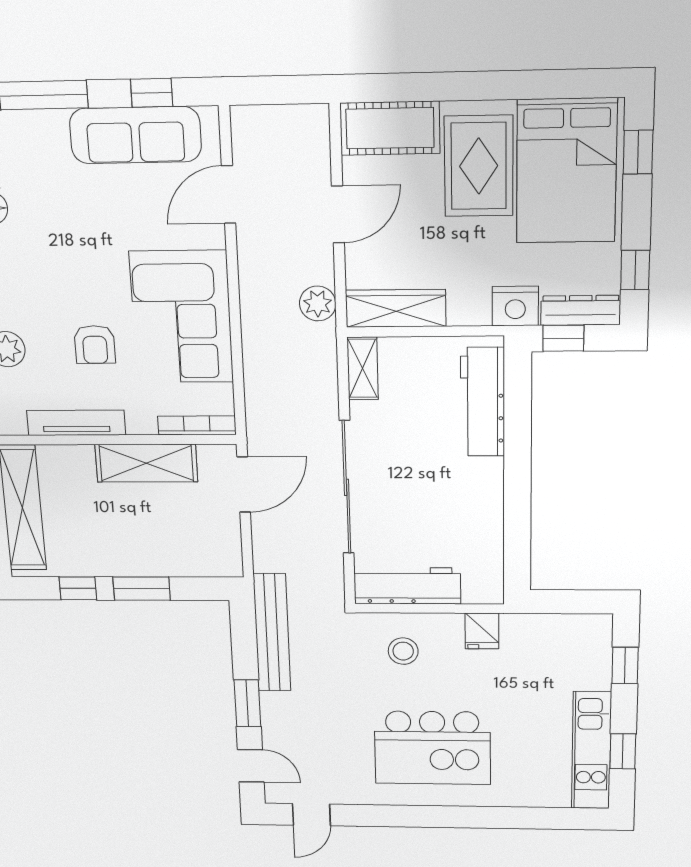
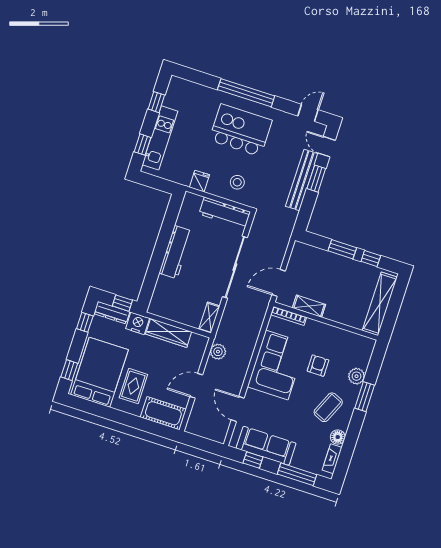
rug: (479, 166) -> (133, 386), width x0.73, depth x0.70
door: (229, 194) -> (238, 409), swing flipped
coffee table: (37, 265) -> (328, 407), added
wardrobe: (396, 308) -> (169, 333), moved
workbench: (483, 402) -> (176, 252), moved
tv unit: (76, 423) -> (340, 334), removed
shelving: (146, 463) -> (309, 306), width x0.67, depth x0.75
bench: (272, 633) -> (302, 180), moved
kitchen unit: (591, 750) -> (160, 138), moved
window: (447, 817) -> (246, 93), added

